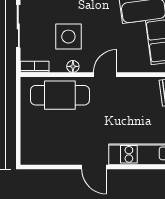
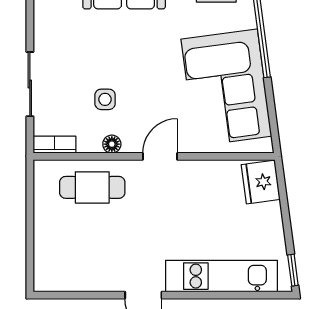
side table: (68, 37) -> (105, 99), width x0.54, depth x0.54
cafe table: (60, 95) -> (92, 187), width x0.73, depth x0.74

